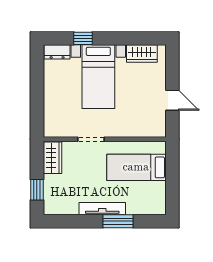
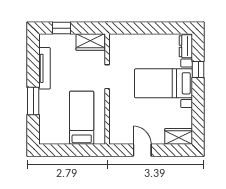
wardrobe: (142, 53) -> (179, 136), moved, turned 90
door: (172, 100) -> (142, 150), swing flipped
tv unit: (102, 209) -> (45, 68), moved

